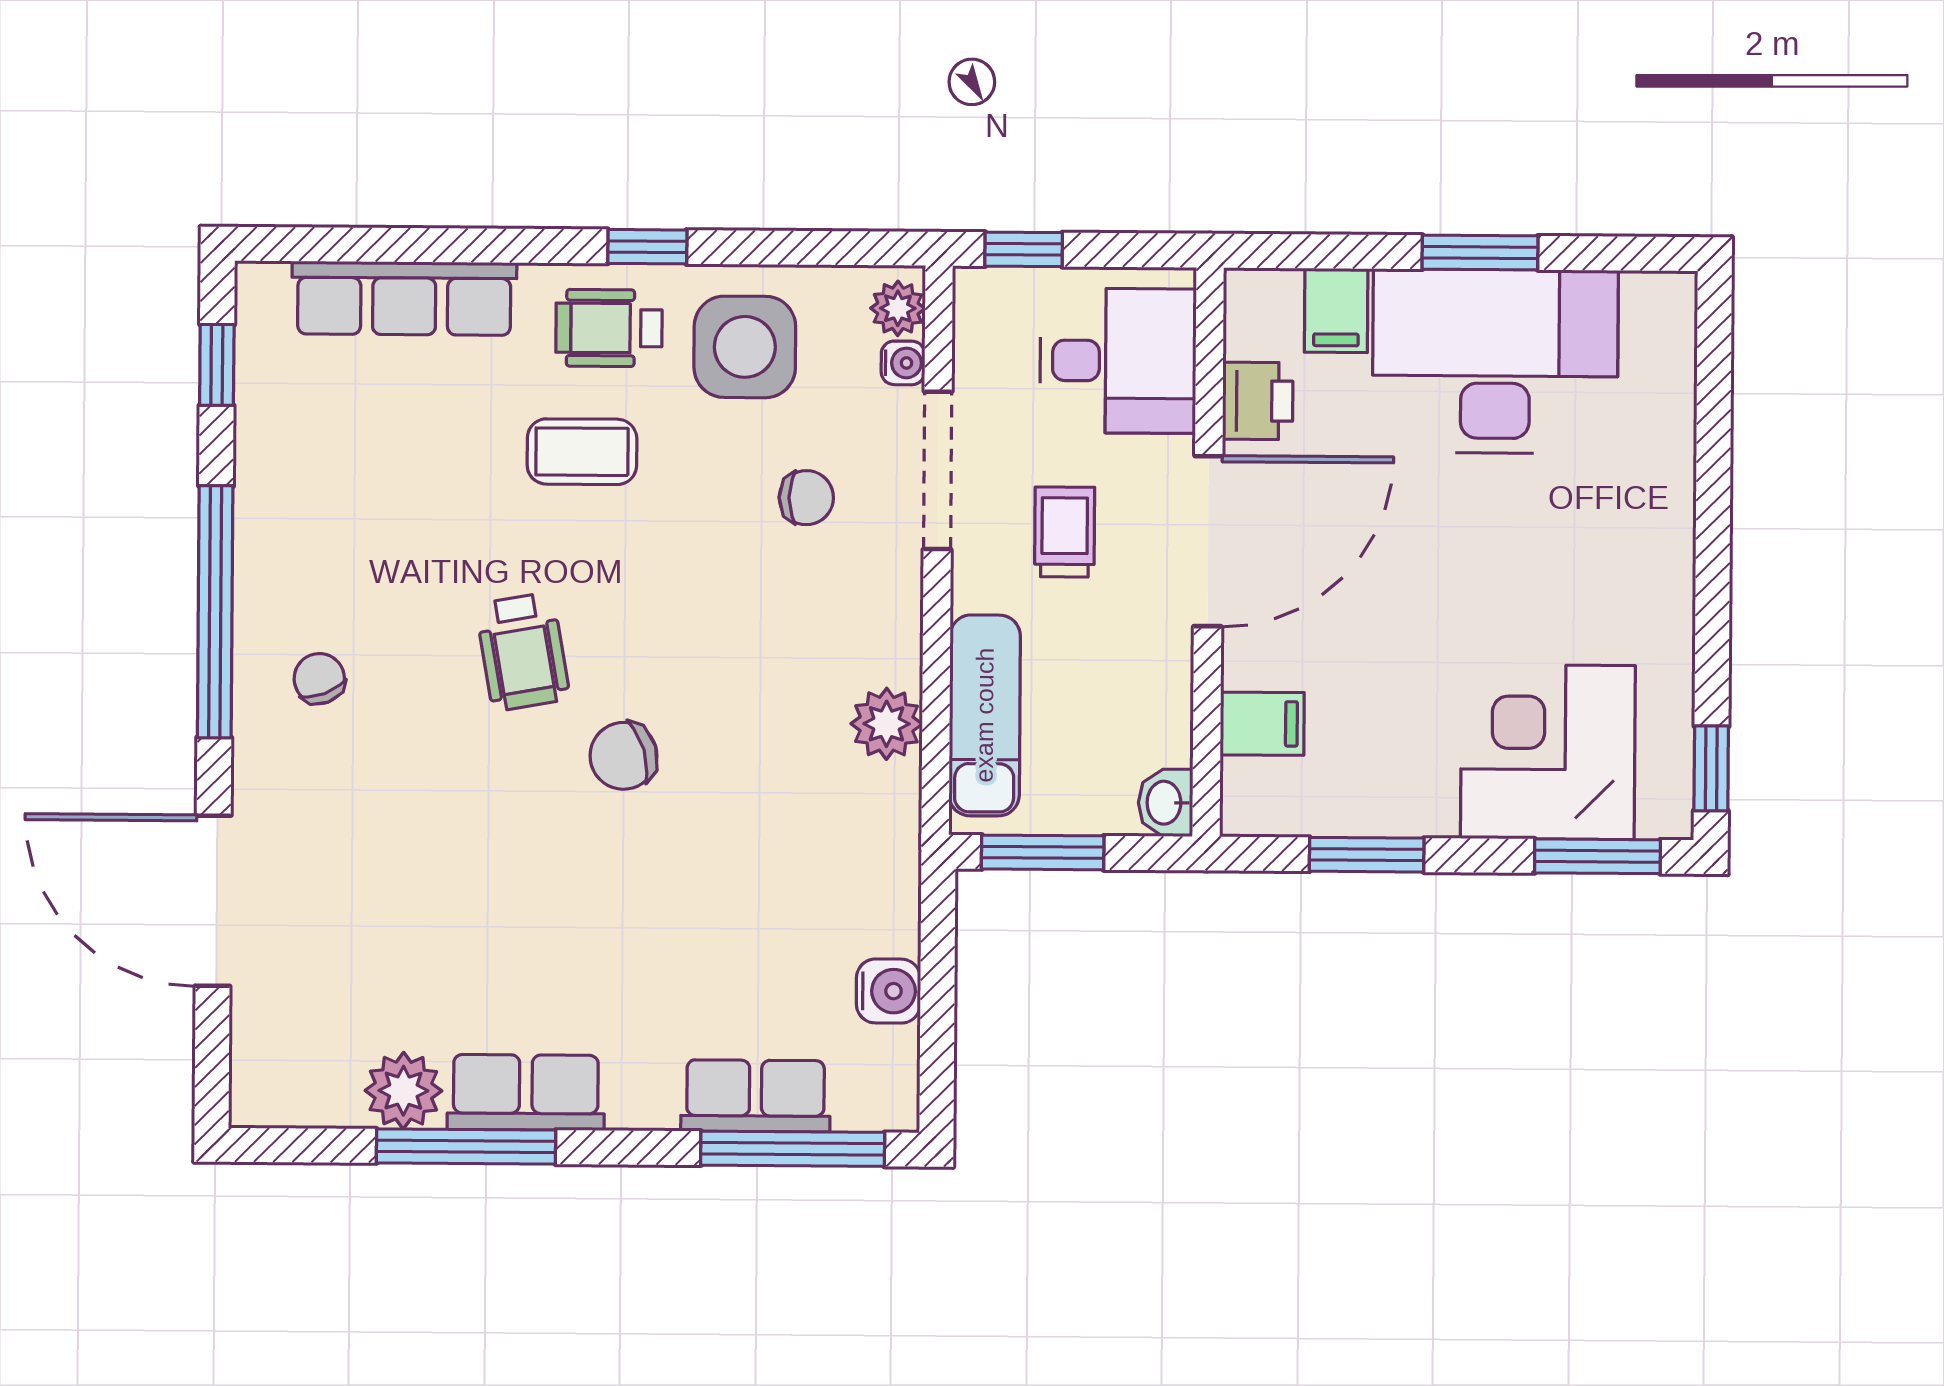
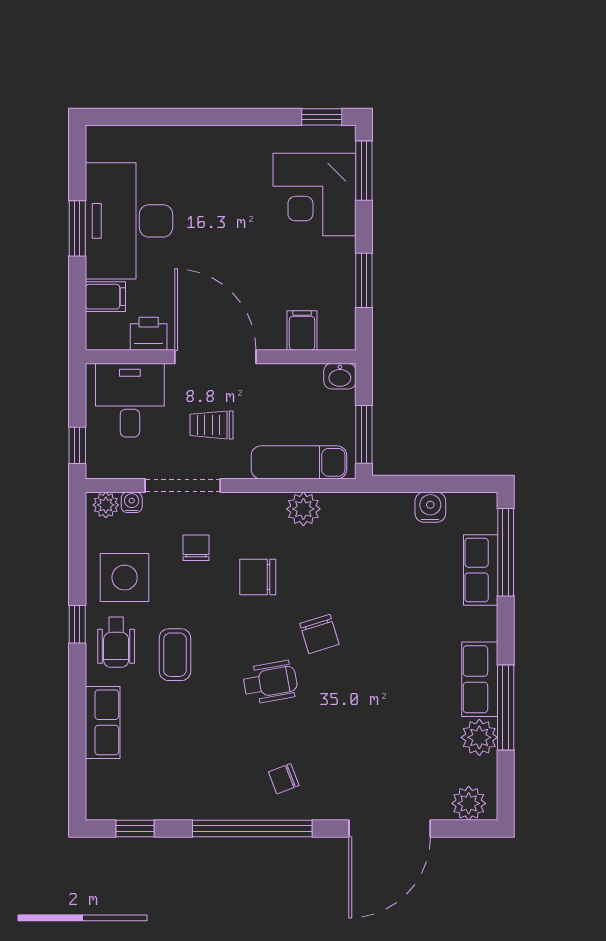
row of seats: (404, 298) -> (103, 722), width x0.68
chair: (744, 627) -> (258, 577), added
plant: (265, 1067) -> (469, 803), added

